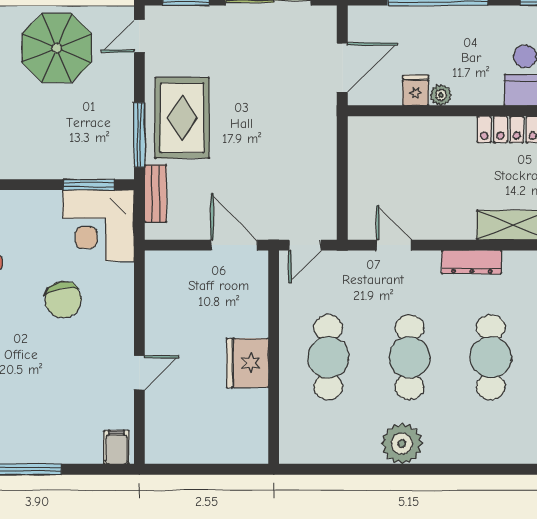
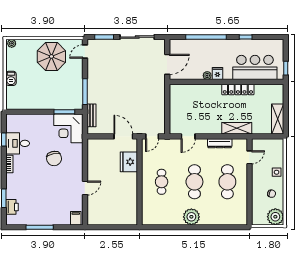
fridge: (416, 90) -> (217, 74), moved
rug: (182, 118) -> (102, 85), removed
door: (394, 245) -> (188, 136), swing flipped
cafe table: (328, 357) -> (162, 182), width x0.73, depth x0.74
fridge: (248, 363) -> (129, 162), moved

